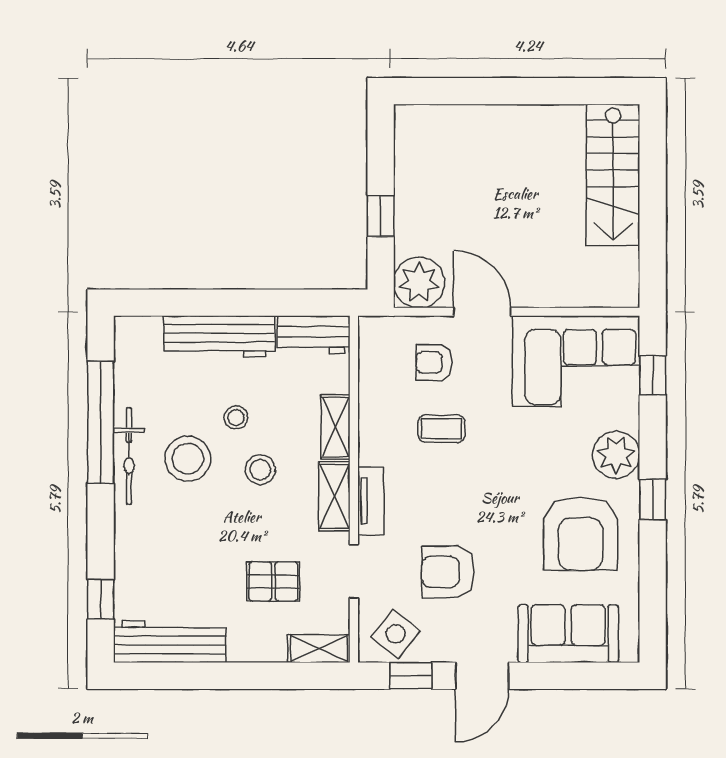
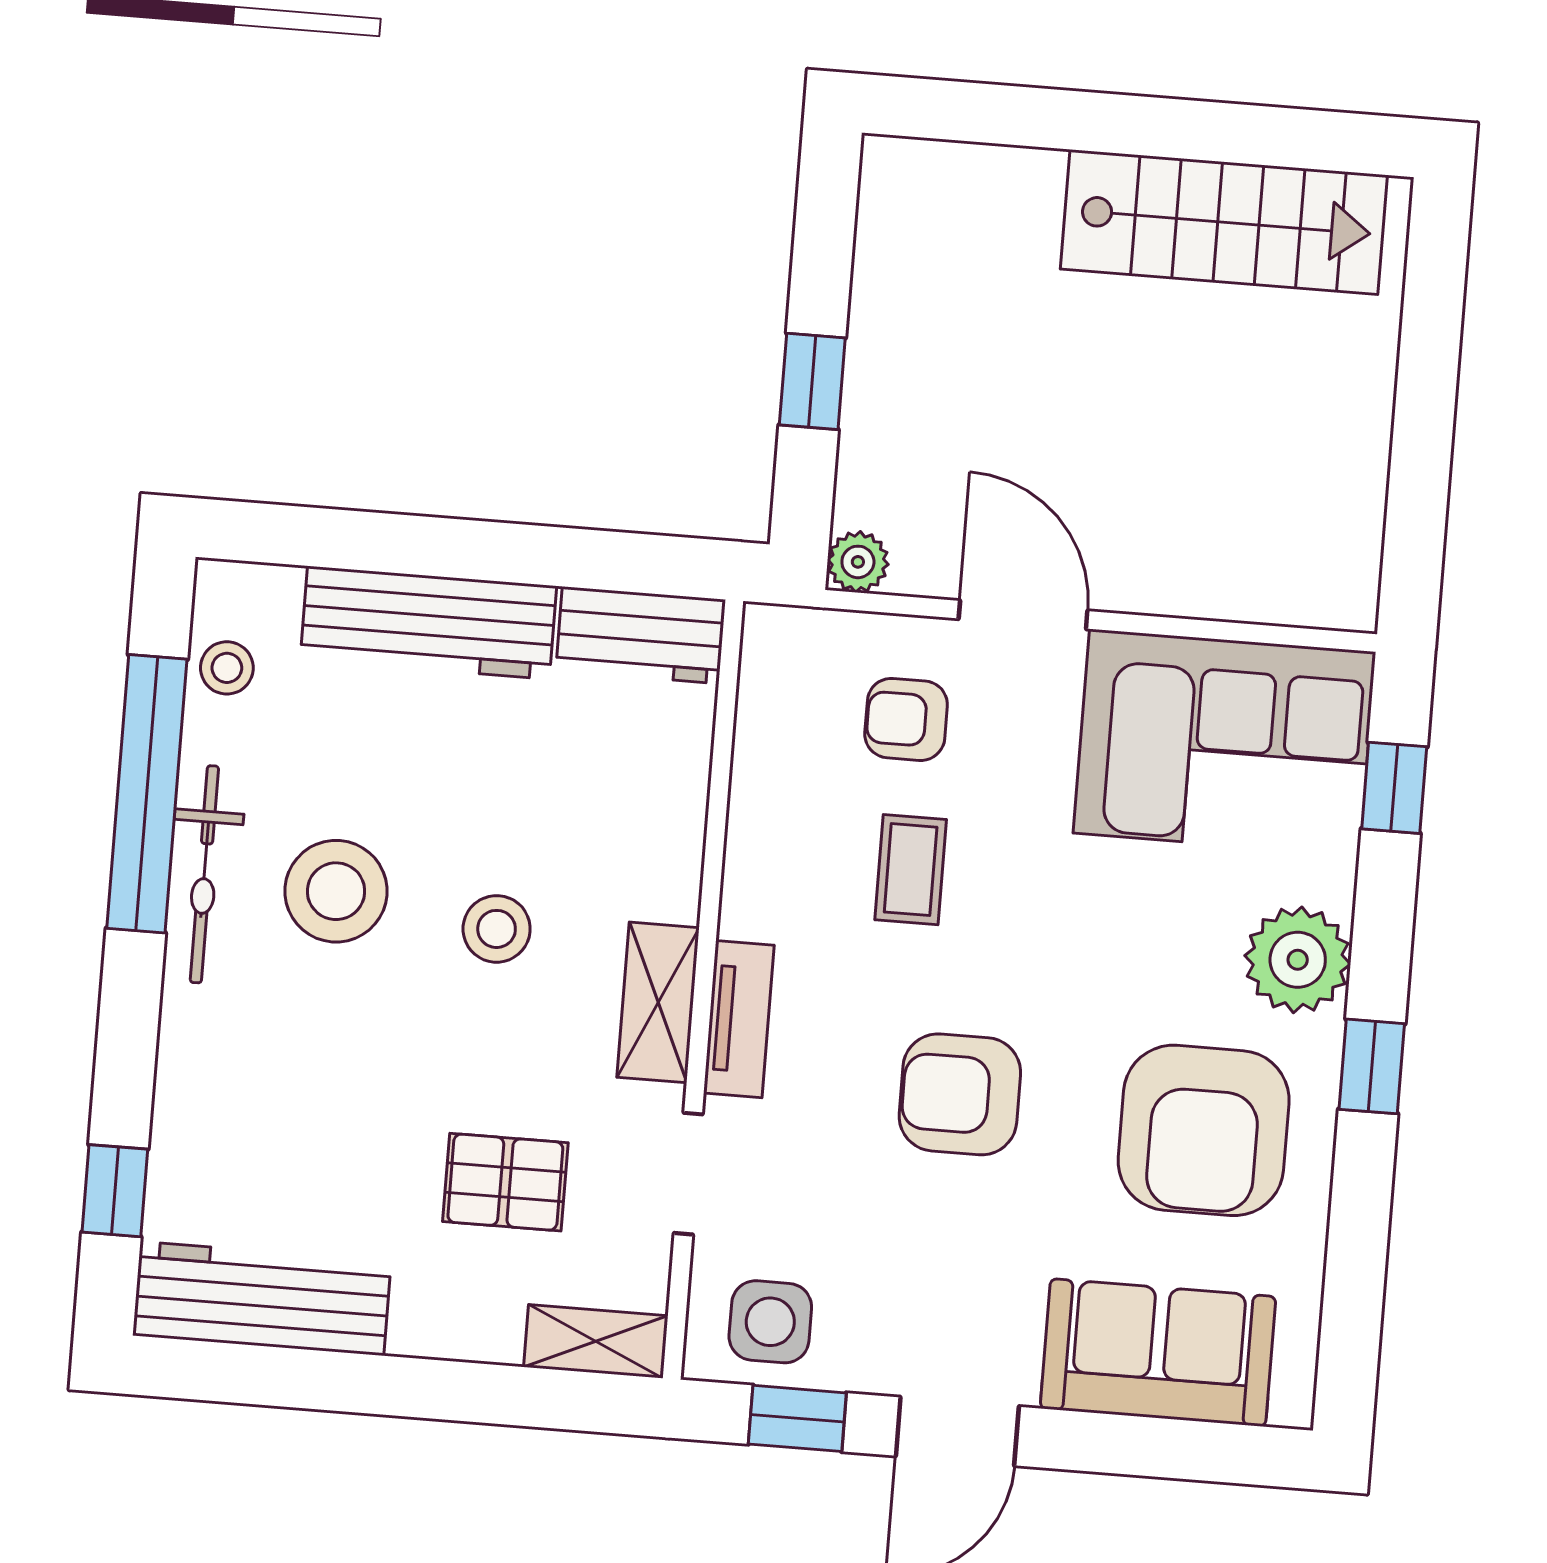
stairs: (613, 175) -> (1224, 222), moved, turned -90
plant: (419, 282) -> (858, 562), width x0.53, depth x0.53
stool: (236, 417) -> (227, 668), moved
shelving: (336, 427) -> (673, 847), removed
coffee table: (441, 429) -> (911, 870), turned 90
armchair: (448, 572) -> (960, 1094), moved
side table: (395, 634) -> (770, 1322), turned -38

